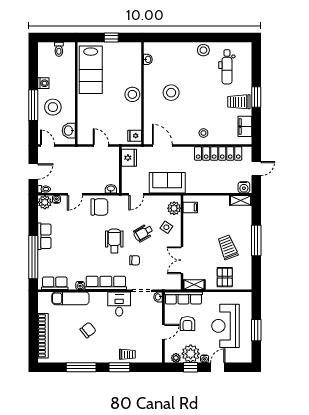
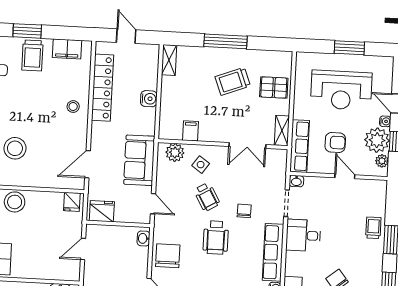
water cooler: (244, 187) -> (149, 99), moved
filing cabinet: (190, 207) -> (190, 131), moved
wheelchair: (114, 241) -> (216, 238), turned -90

